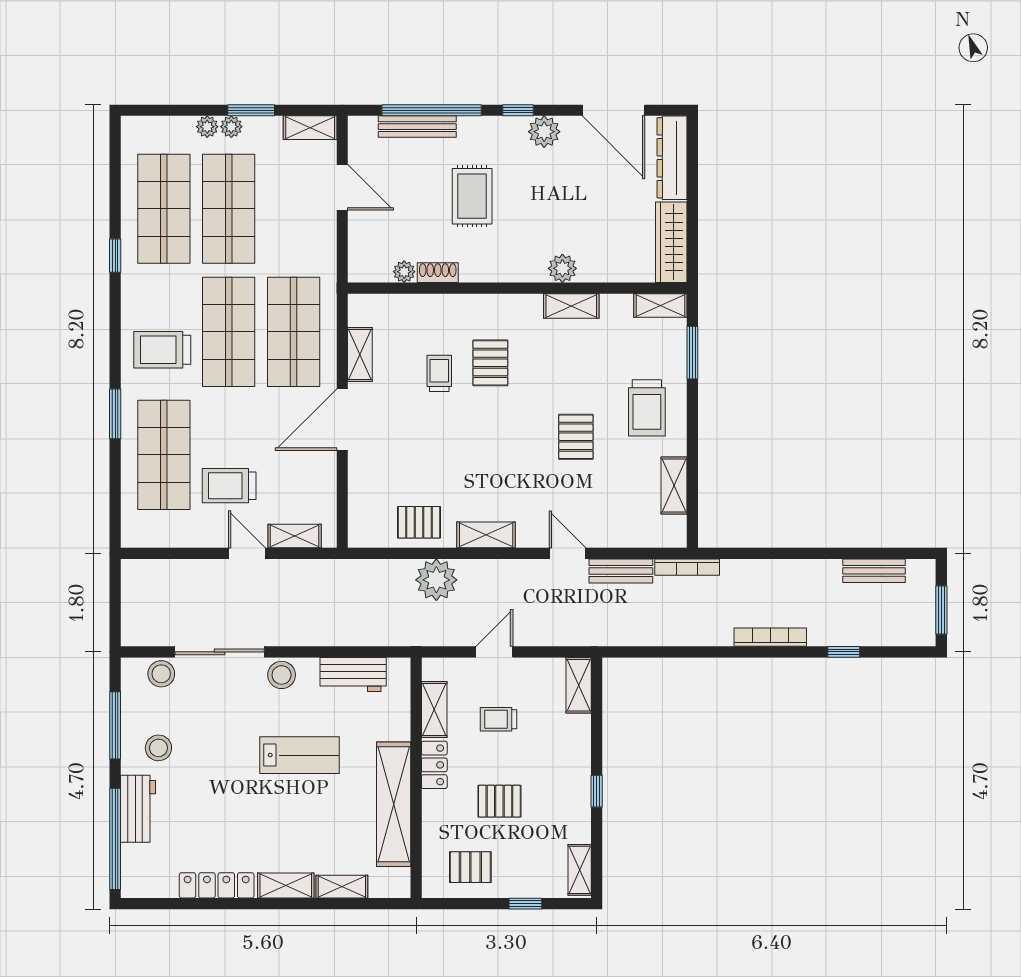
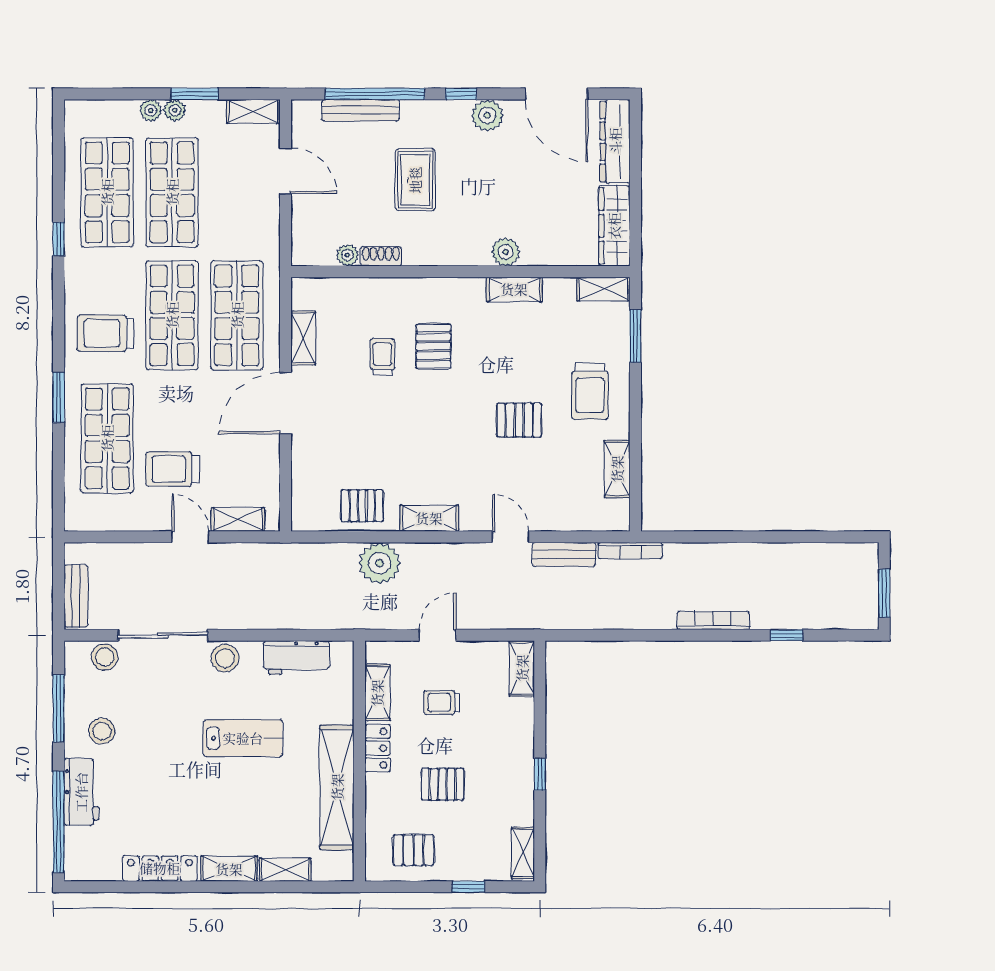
pallet: (576, 437) -> (519, 420), turned 90
bench: (874, 571) -> (76, 596), moved, turned 90

